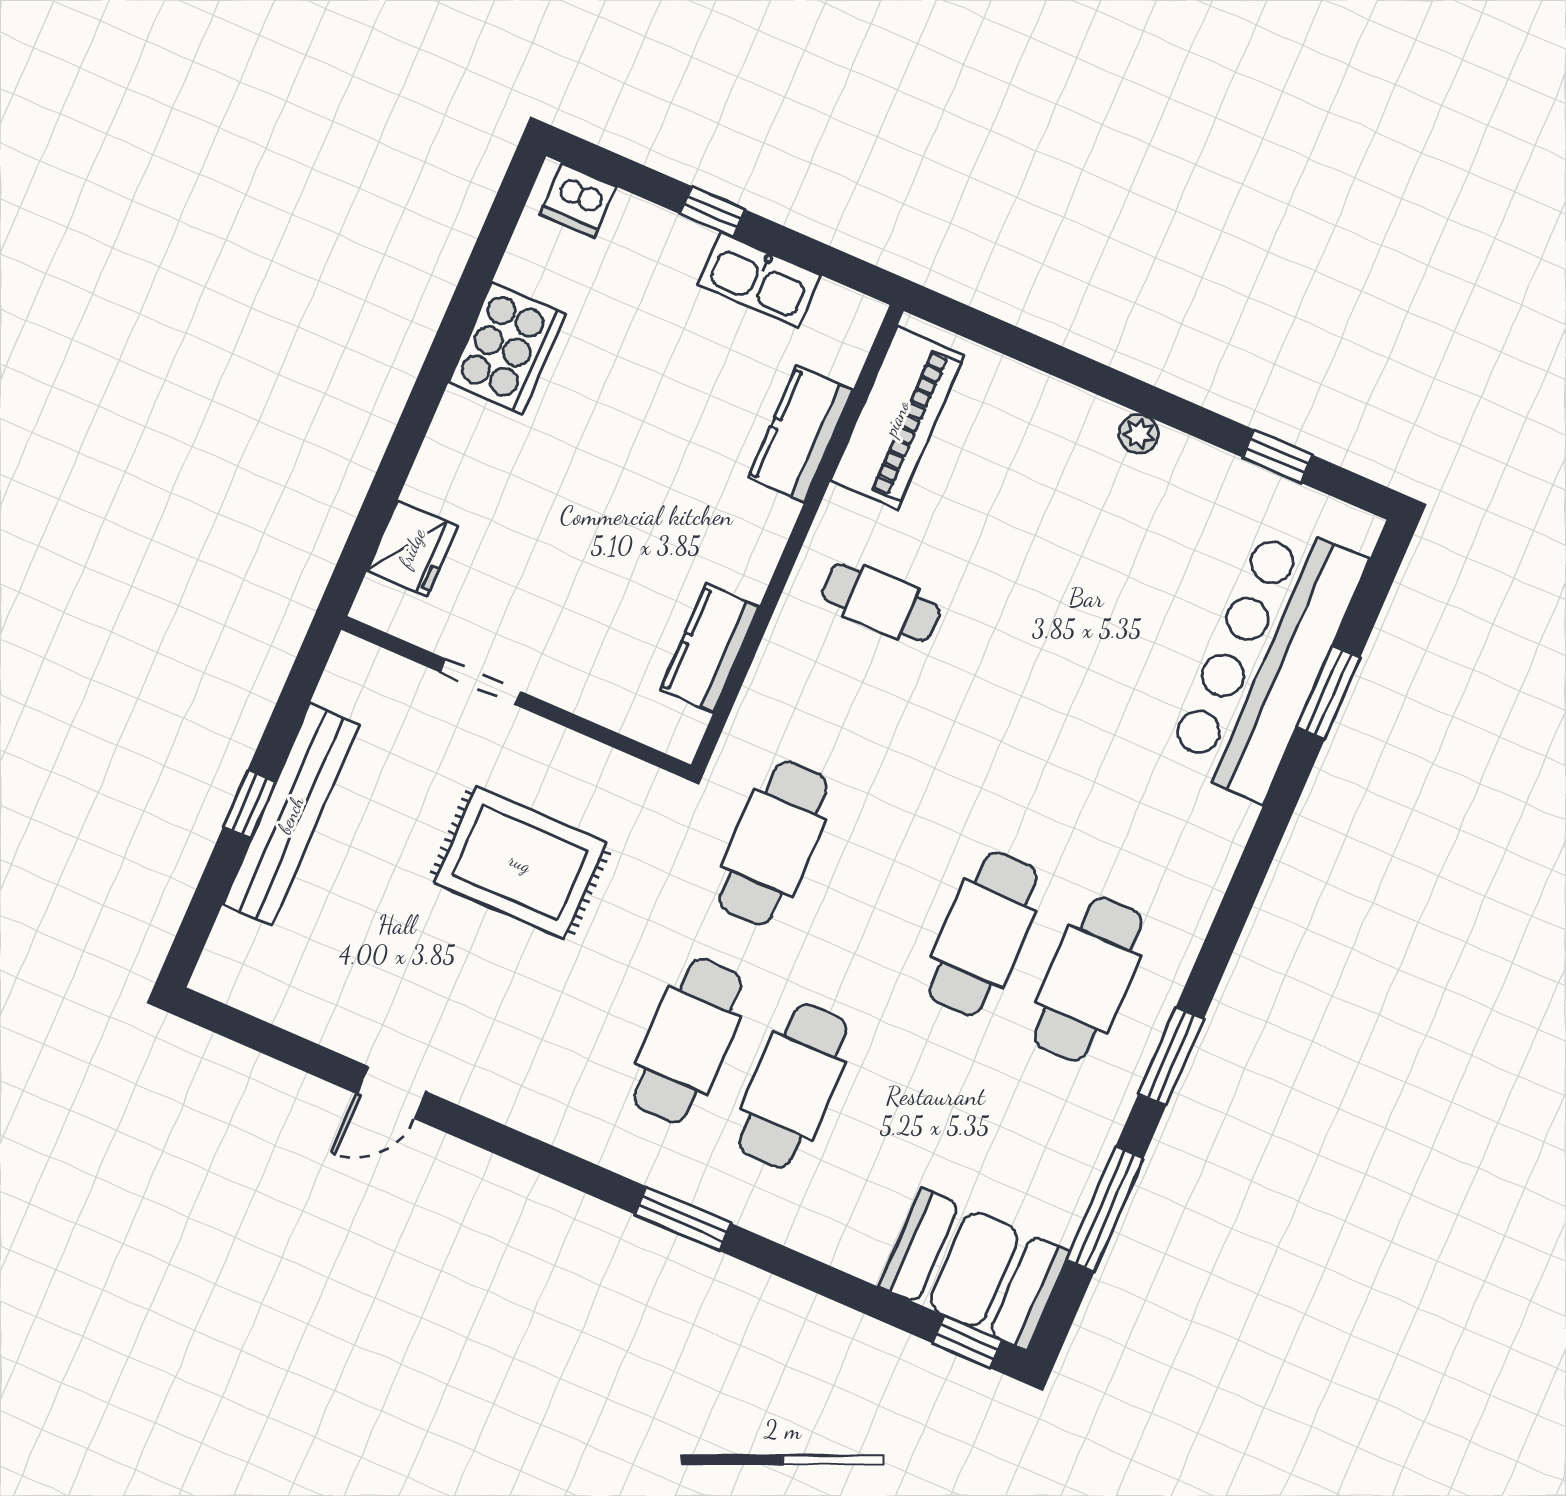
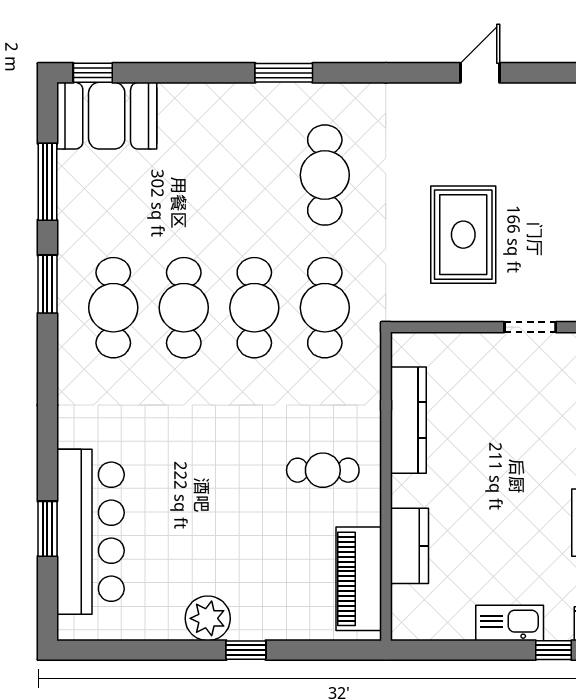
window: (712, 212) -> (554, 650), moved
kitchen sink: (759, 280) -> (510, 623), moved
plant: (1139, 434) -> (208, 618), width x1.88, depth x1.88
window: (1277, 456) -> (246, 650), moved
kitchen counter: (710, 648) -> (408, 420), width x1.50
rug: (520, 863) -> (463, 235), turned 90
cafe table: (793, 1086) -> (254, 308), moved

